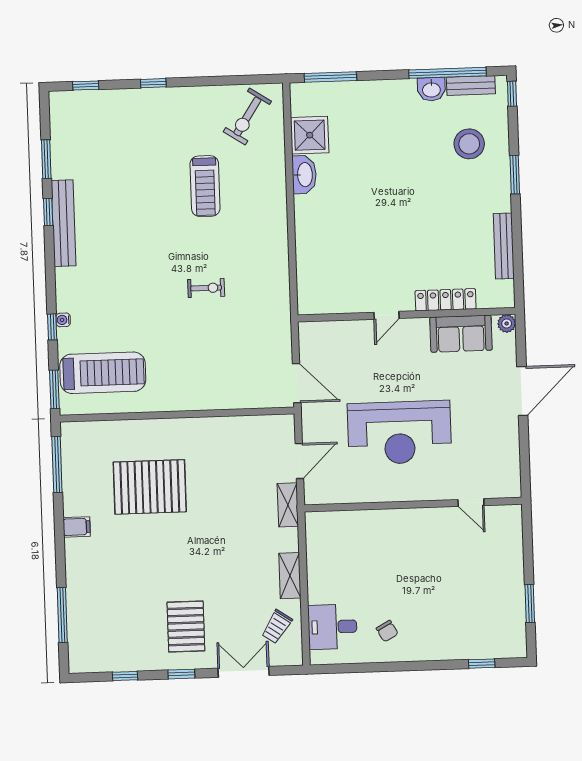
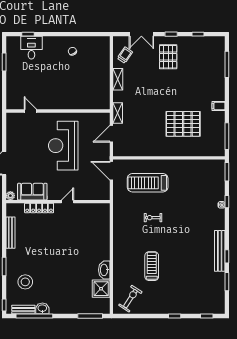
treadmill: (103, 373) -> (148, 183), moved
reception desk: (399, 433) -> (63, 146), turned -90
desk: (332, 627) -> (31, 48), moved, turned -90

